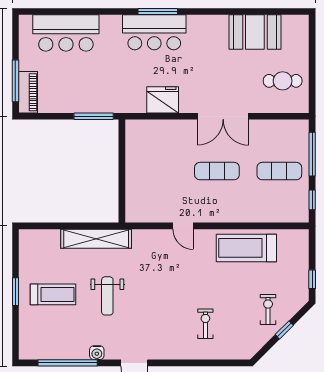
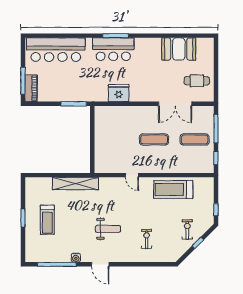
bar counter: (66, 33) -> (56, 50), width x1.36
double door: (223, 116) -> (175, 104), moved
treadmill: (53, 294) -> (47, 220), turned 90
weight bench: (107, 296) -> (108, 229), moved, turned -90

